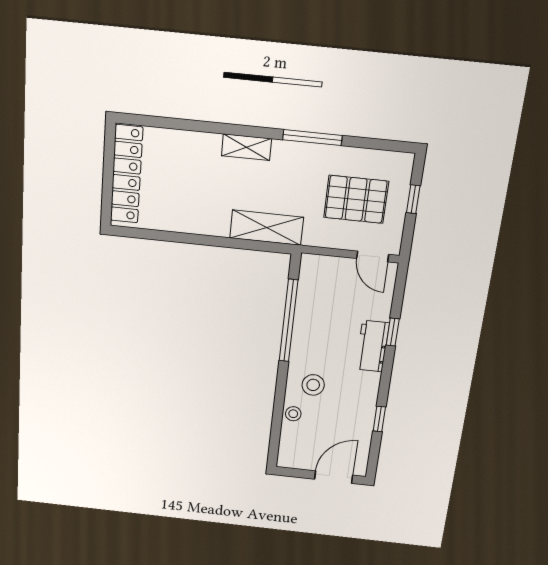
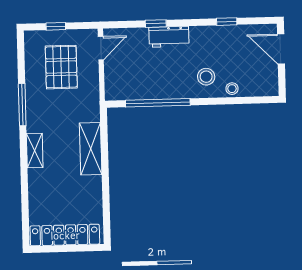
shelving: (267, 228) -> (91, 149), moved

